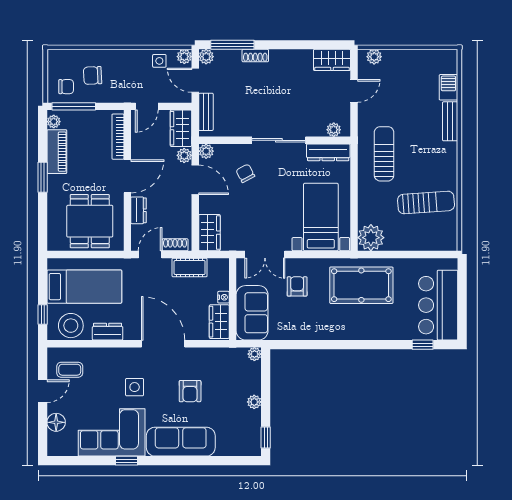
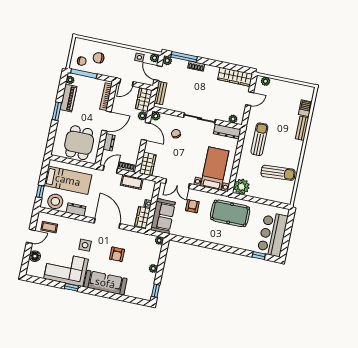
wardrobe: (332, 60) -> (235, 77), width x1.50

